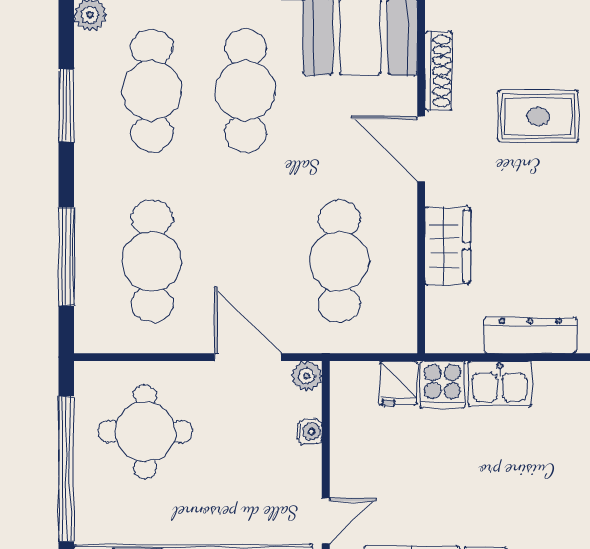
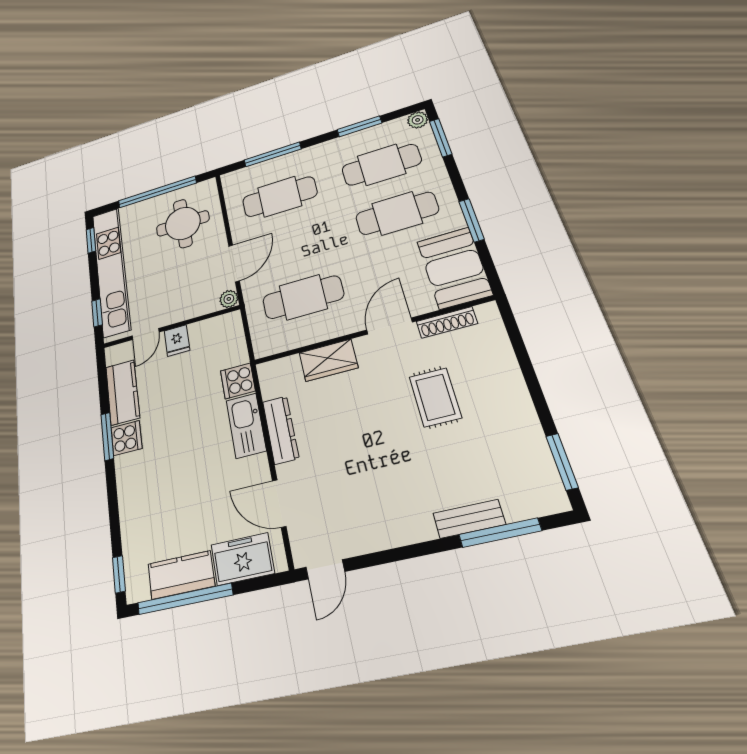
fridge: (398, 383) -> (177, 341), moved, turned -90
kitchen sink: (500, 384) -> (246, 425), width x1.38
water cooler: (310, 432) -> (196, 310), removed
door: (326, 521) -> (146, 334), hinge flipped

